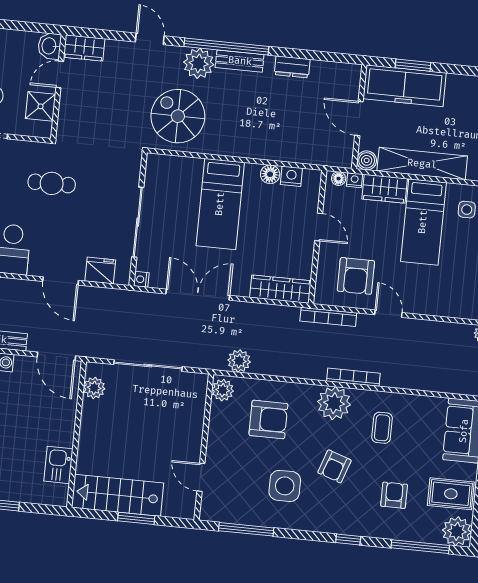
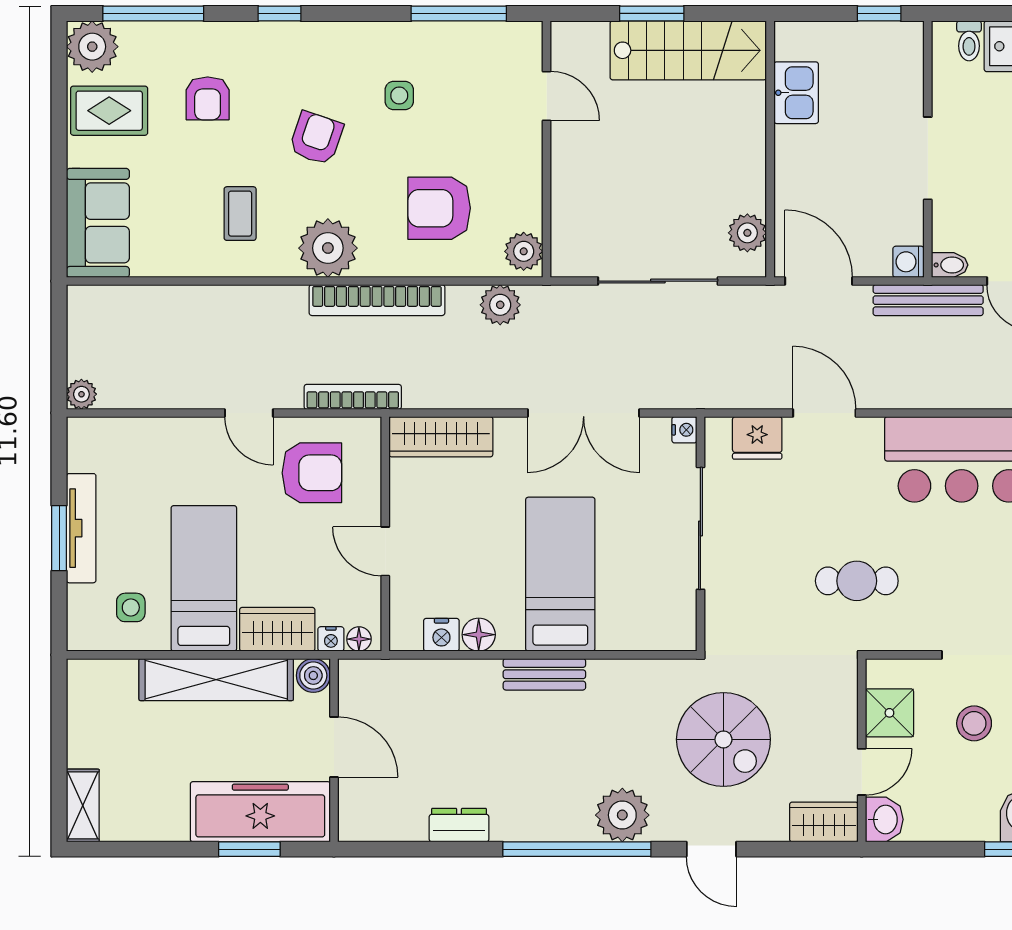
bench: (240, 61) -> (544, 674), moved
spiral stairs: (178, 116) -> (723, 739), moved
armchair: (356, 276) -> (312, 473), turned 90
bookcase: (353, 377) -> (377, 300), moved, width x1.48, depth x1.31
side table: (285, 486) -> (399, 96), width x0.54, depth x0.54

